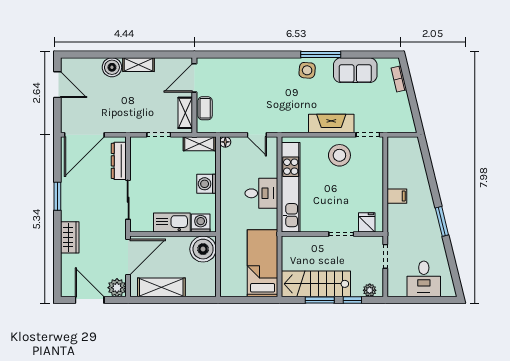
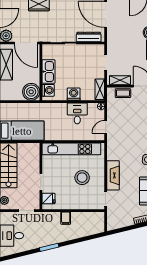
stool: (339, 155) -> (82, 178), moved
desk: (261, 193) -> (77, 113), moved, turned 180

